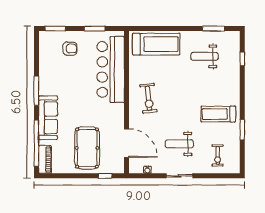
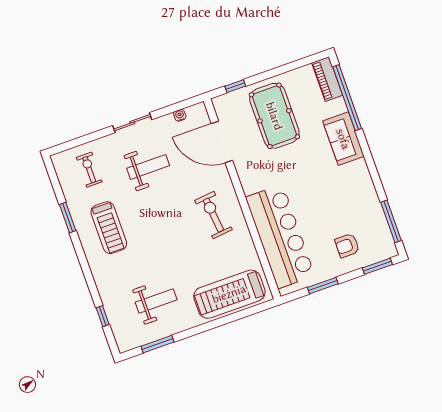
window: (36, 91) -> (391, 221), moved
treadmill: (218, 114) -> (109, 228), turned 90
sofa: (48, 118) -> (343, 139), width x0.73

